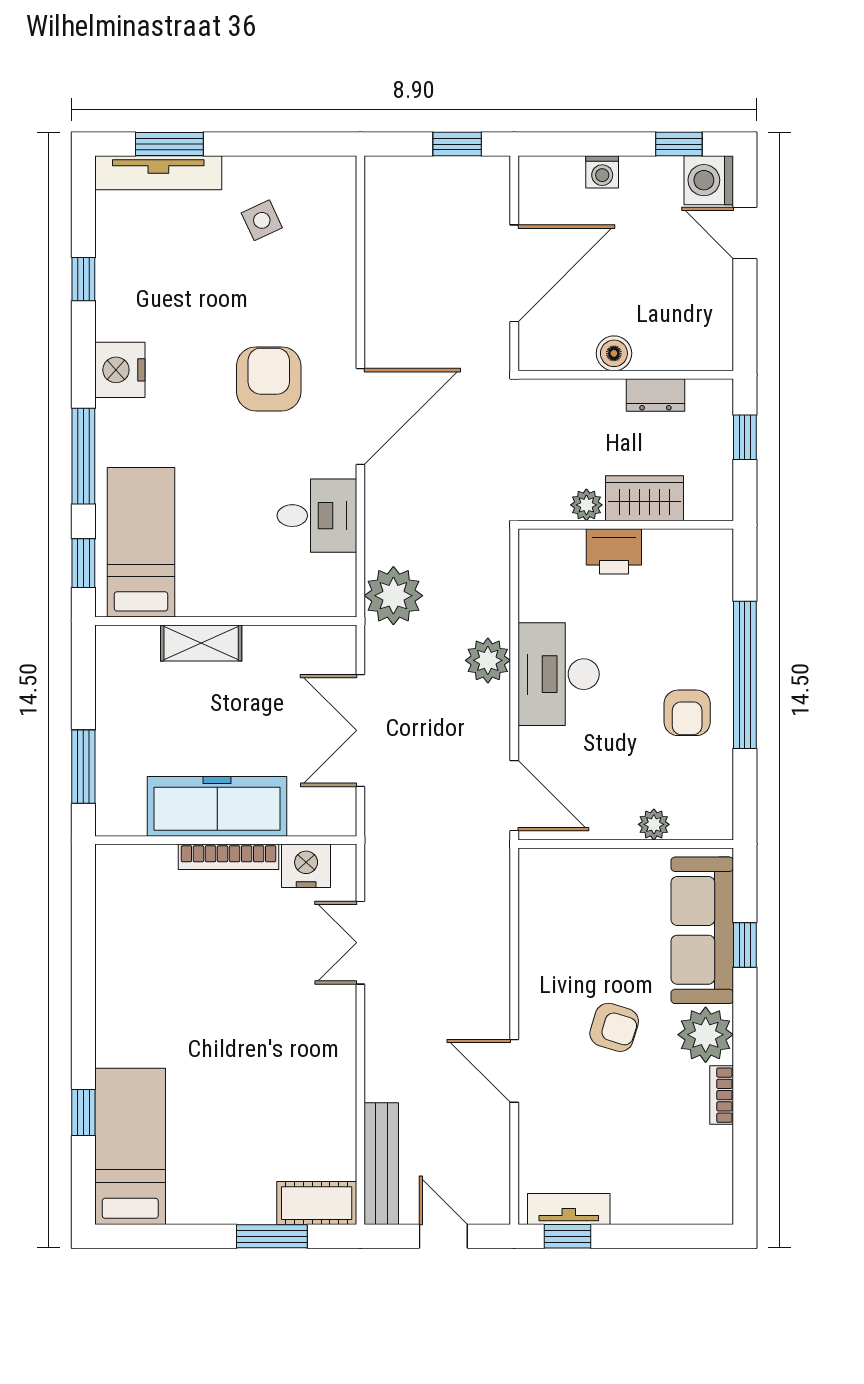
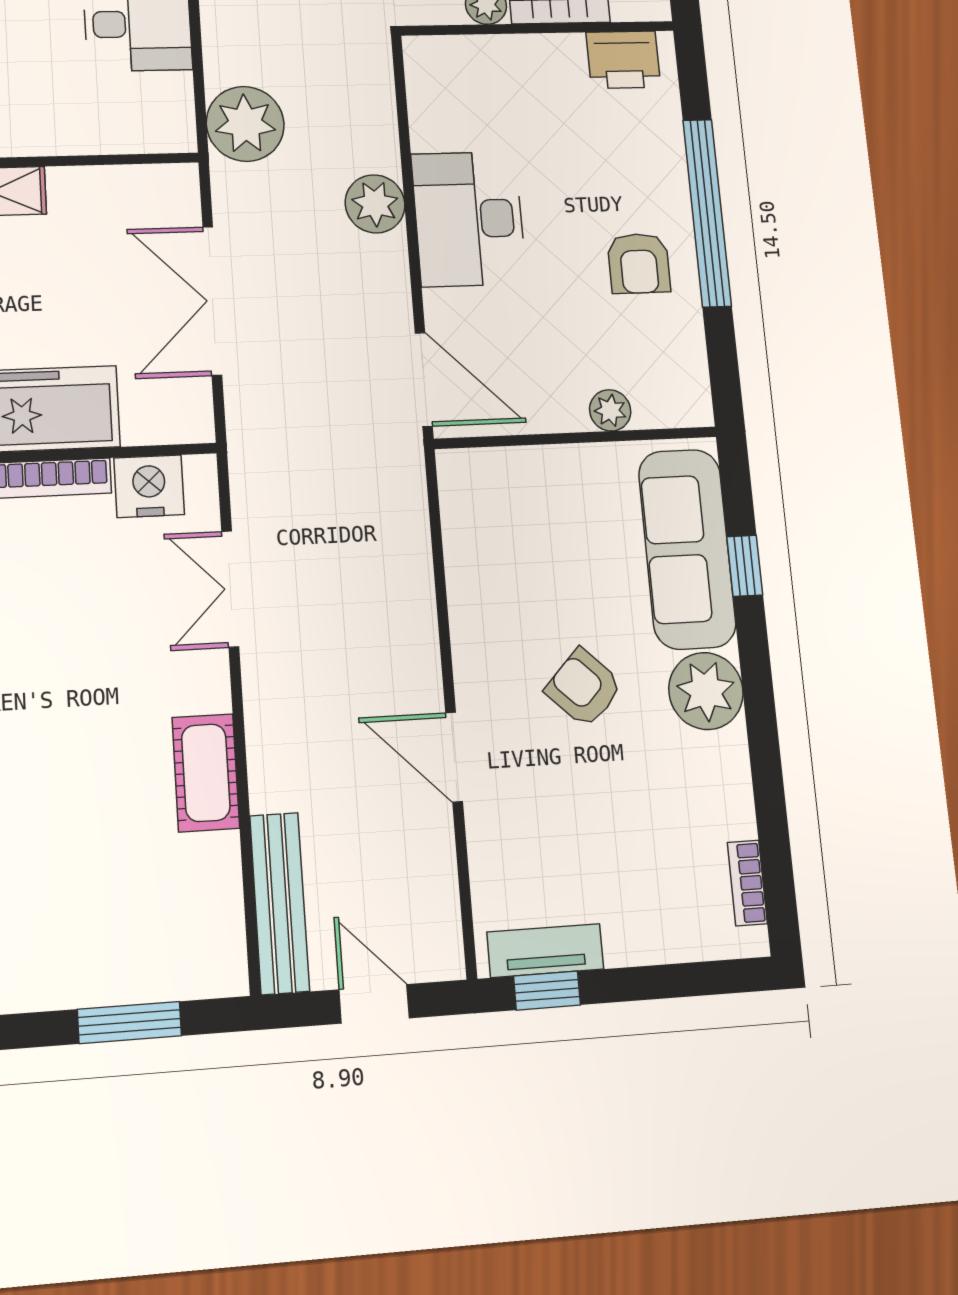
printer: (614, 551) -> (623, 60), moved
armchair: (614, 1027) -> (584, 688), turned -153
bookcase: (722, 1095) -> (747, 883), moved
cot: (317, 1203) -> (206, 773), moved, turned 90

